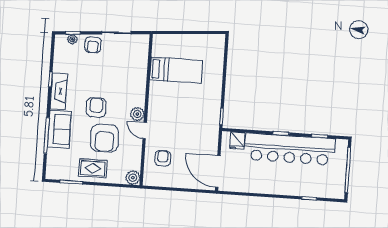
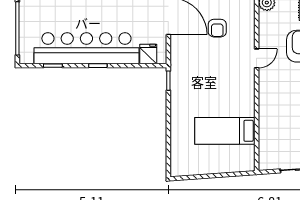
plant: (137, 114) -> (266, 77), removed
door: (145, 130) -> (257, 58), hinge flipped
armchair: (163, 158) -> (217, 28), moved

